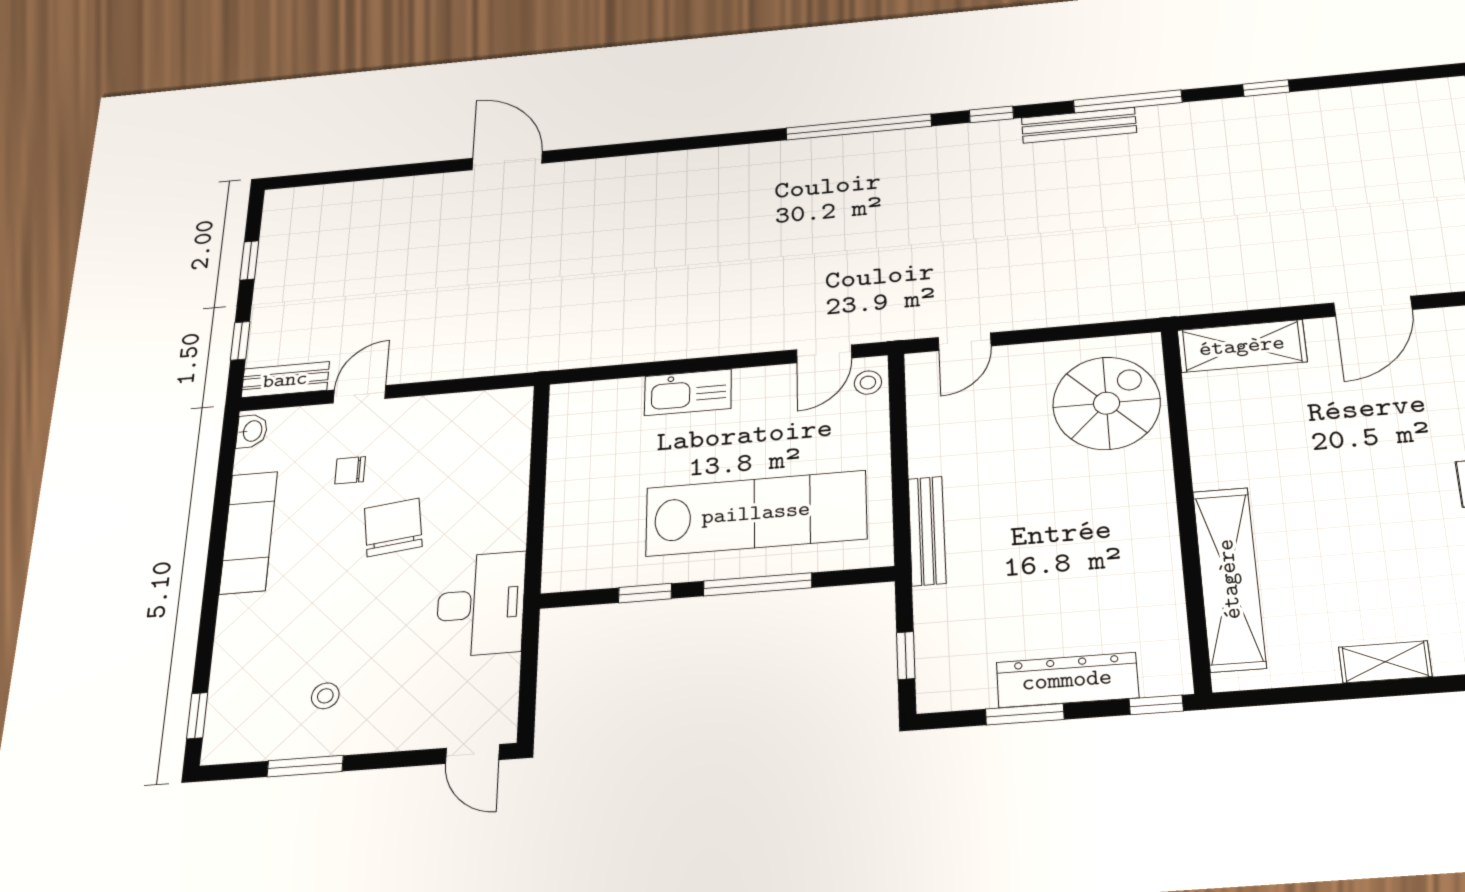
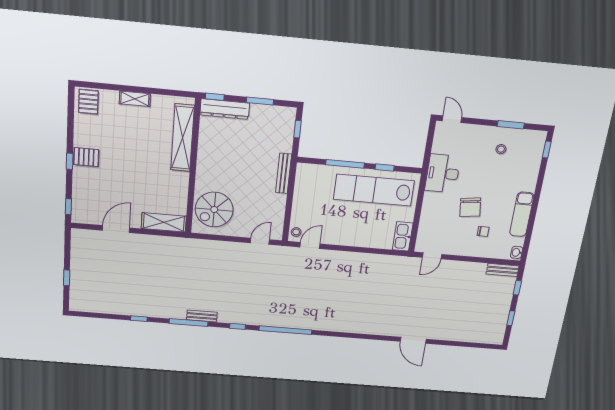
bench: (1079, 125) -> (202, 316), width x0.73
kitchen sink: (688, 392) -> (403, 236), moved, turned -90
door: (360, 394) -> (432, 256), moved
lab bench: (756, 513) -> (374, 190), moved
dresser: (1067, 680) -> (225, 109), moved

